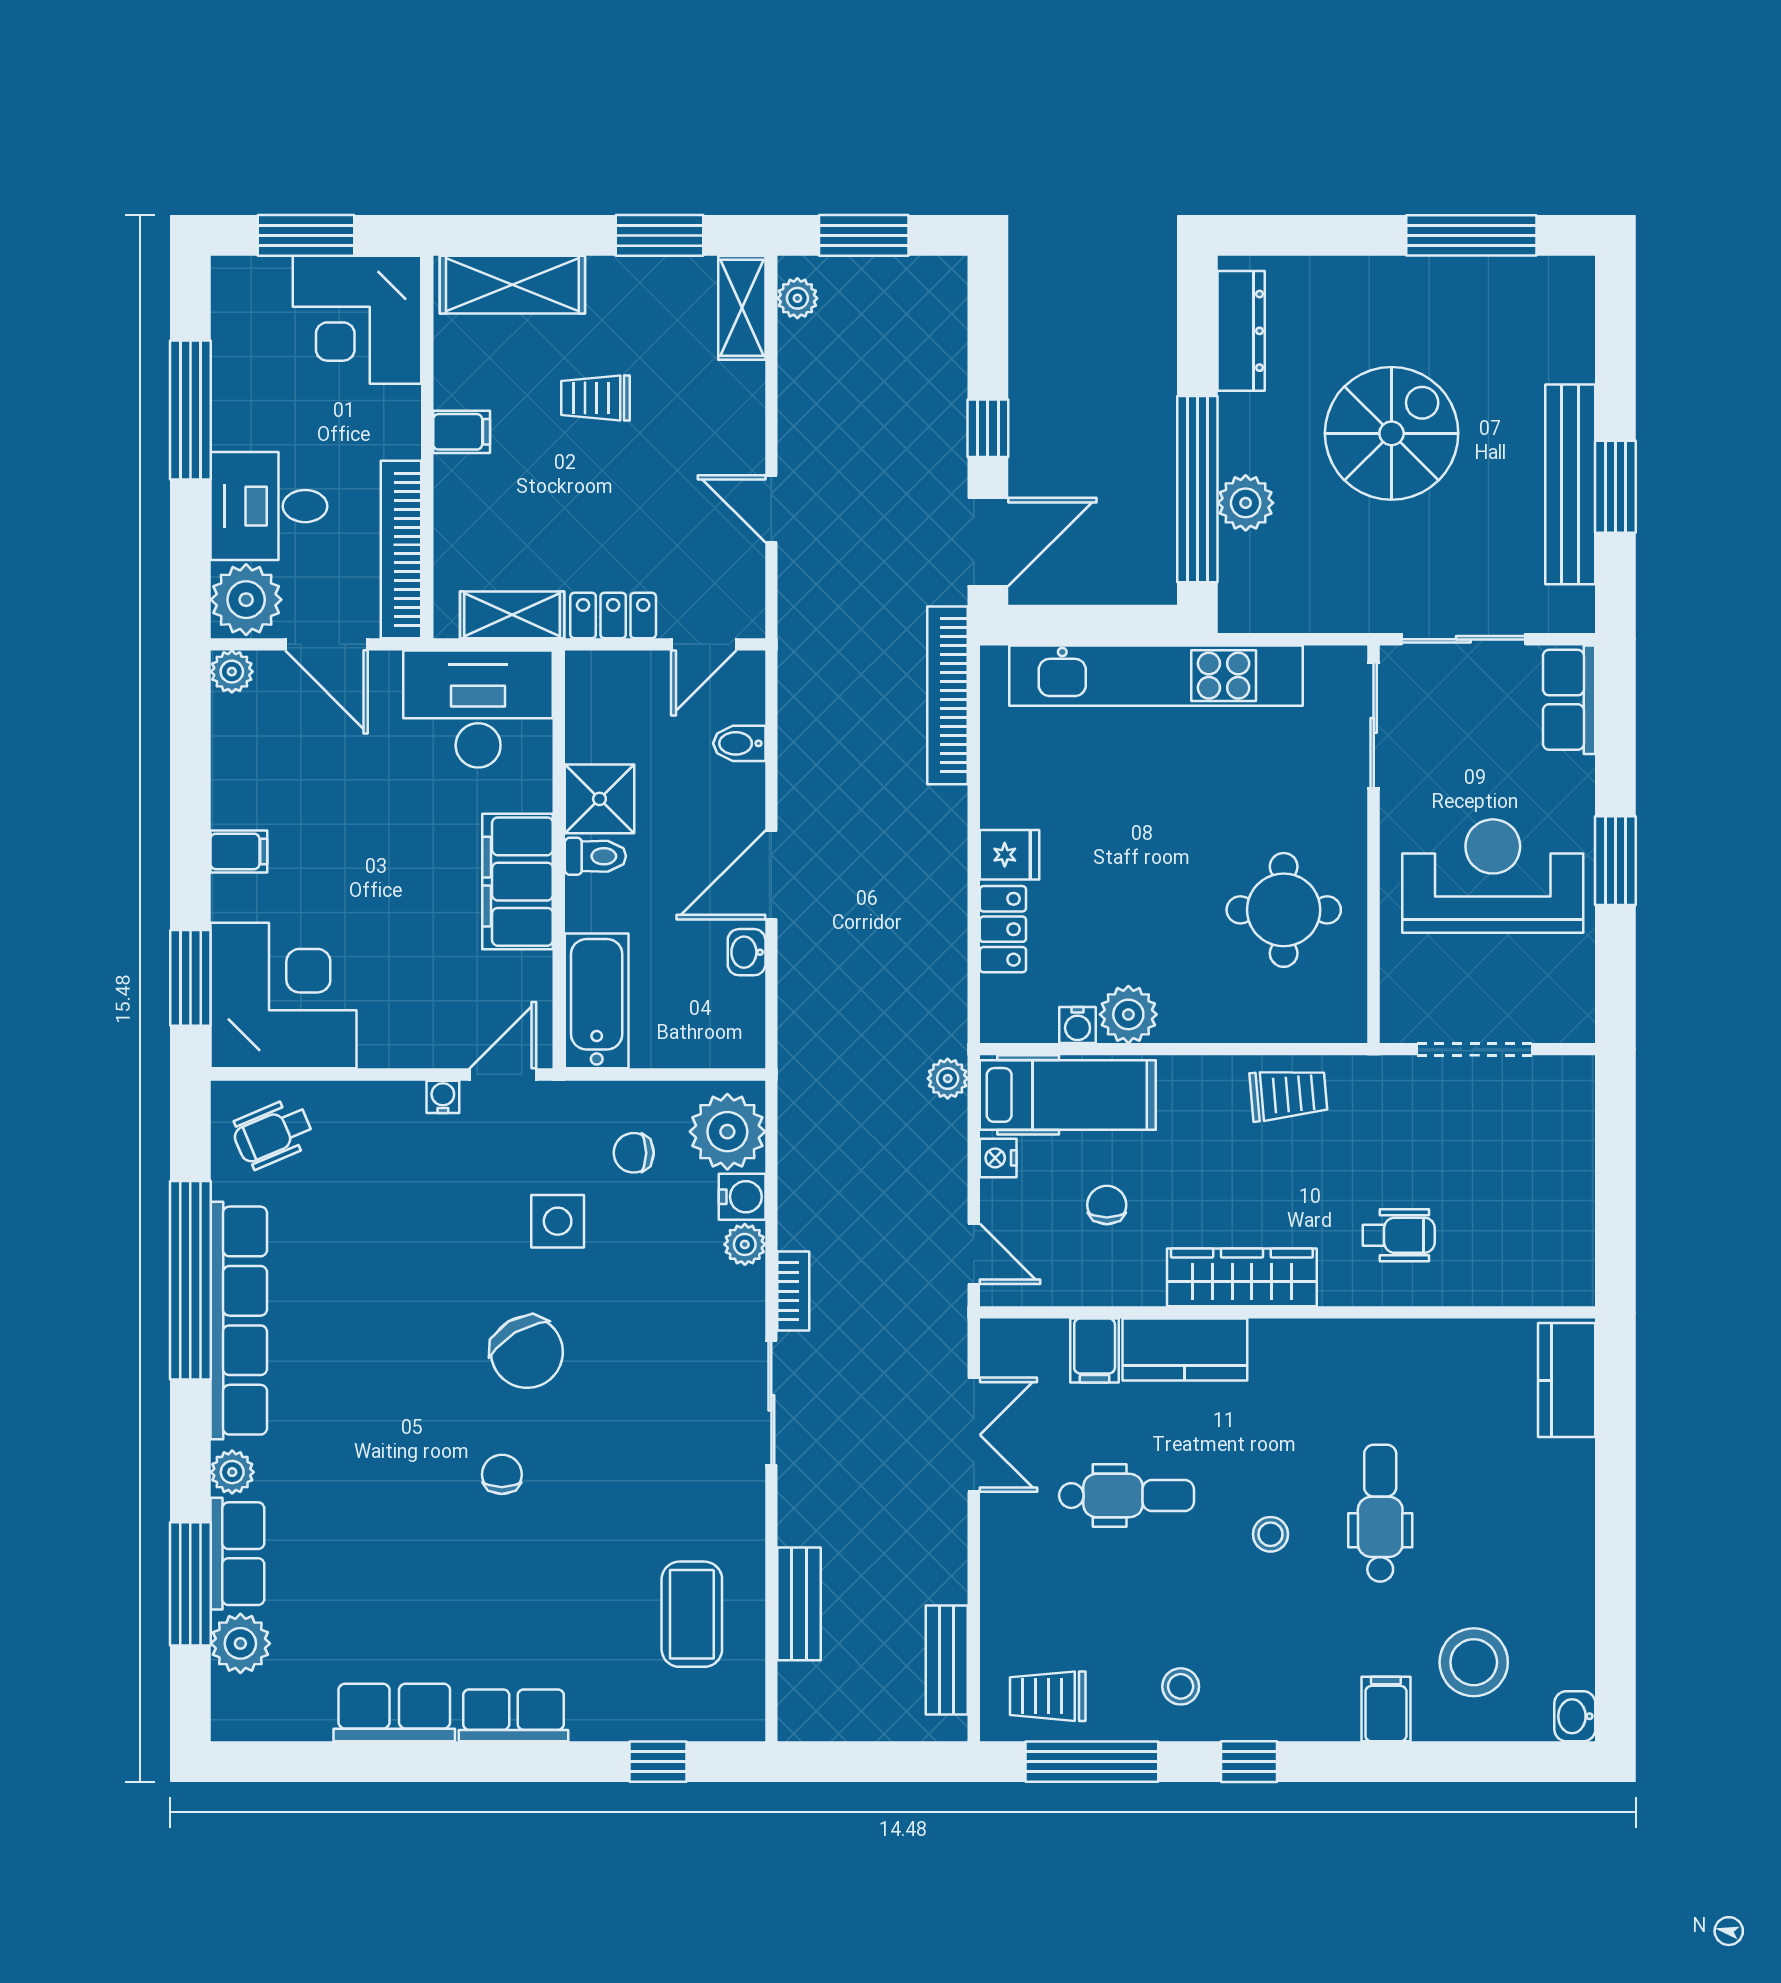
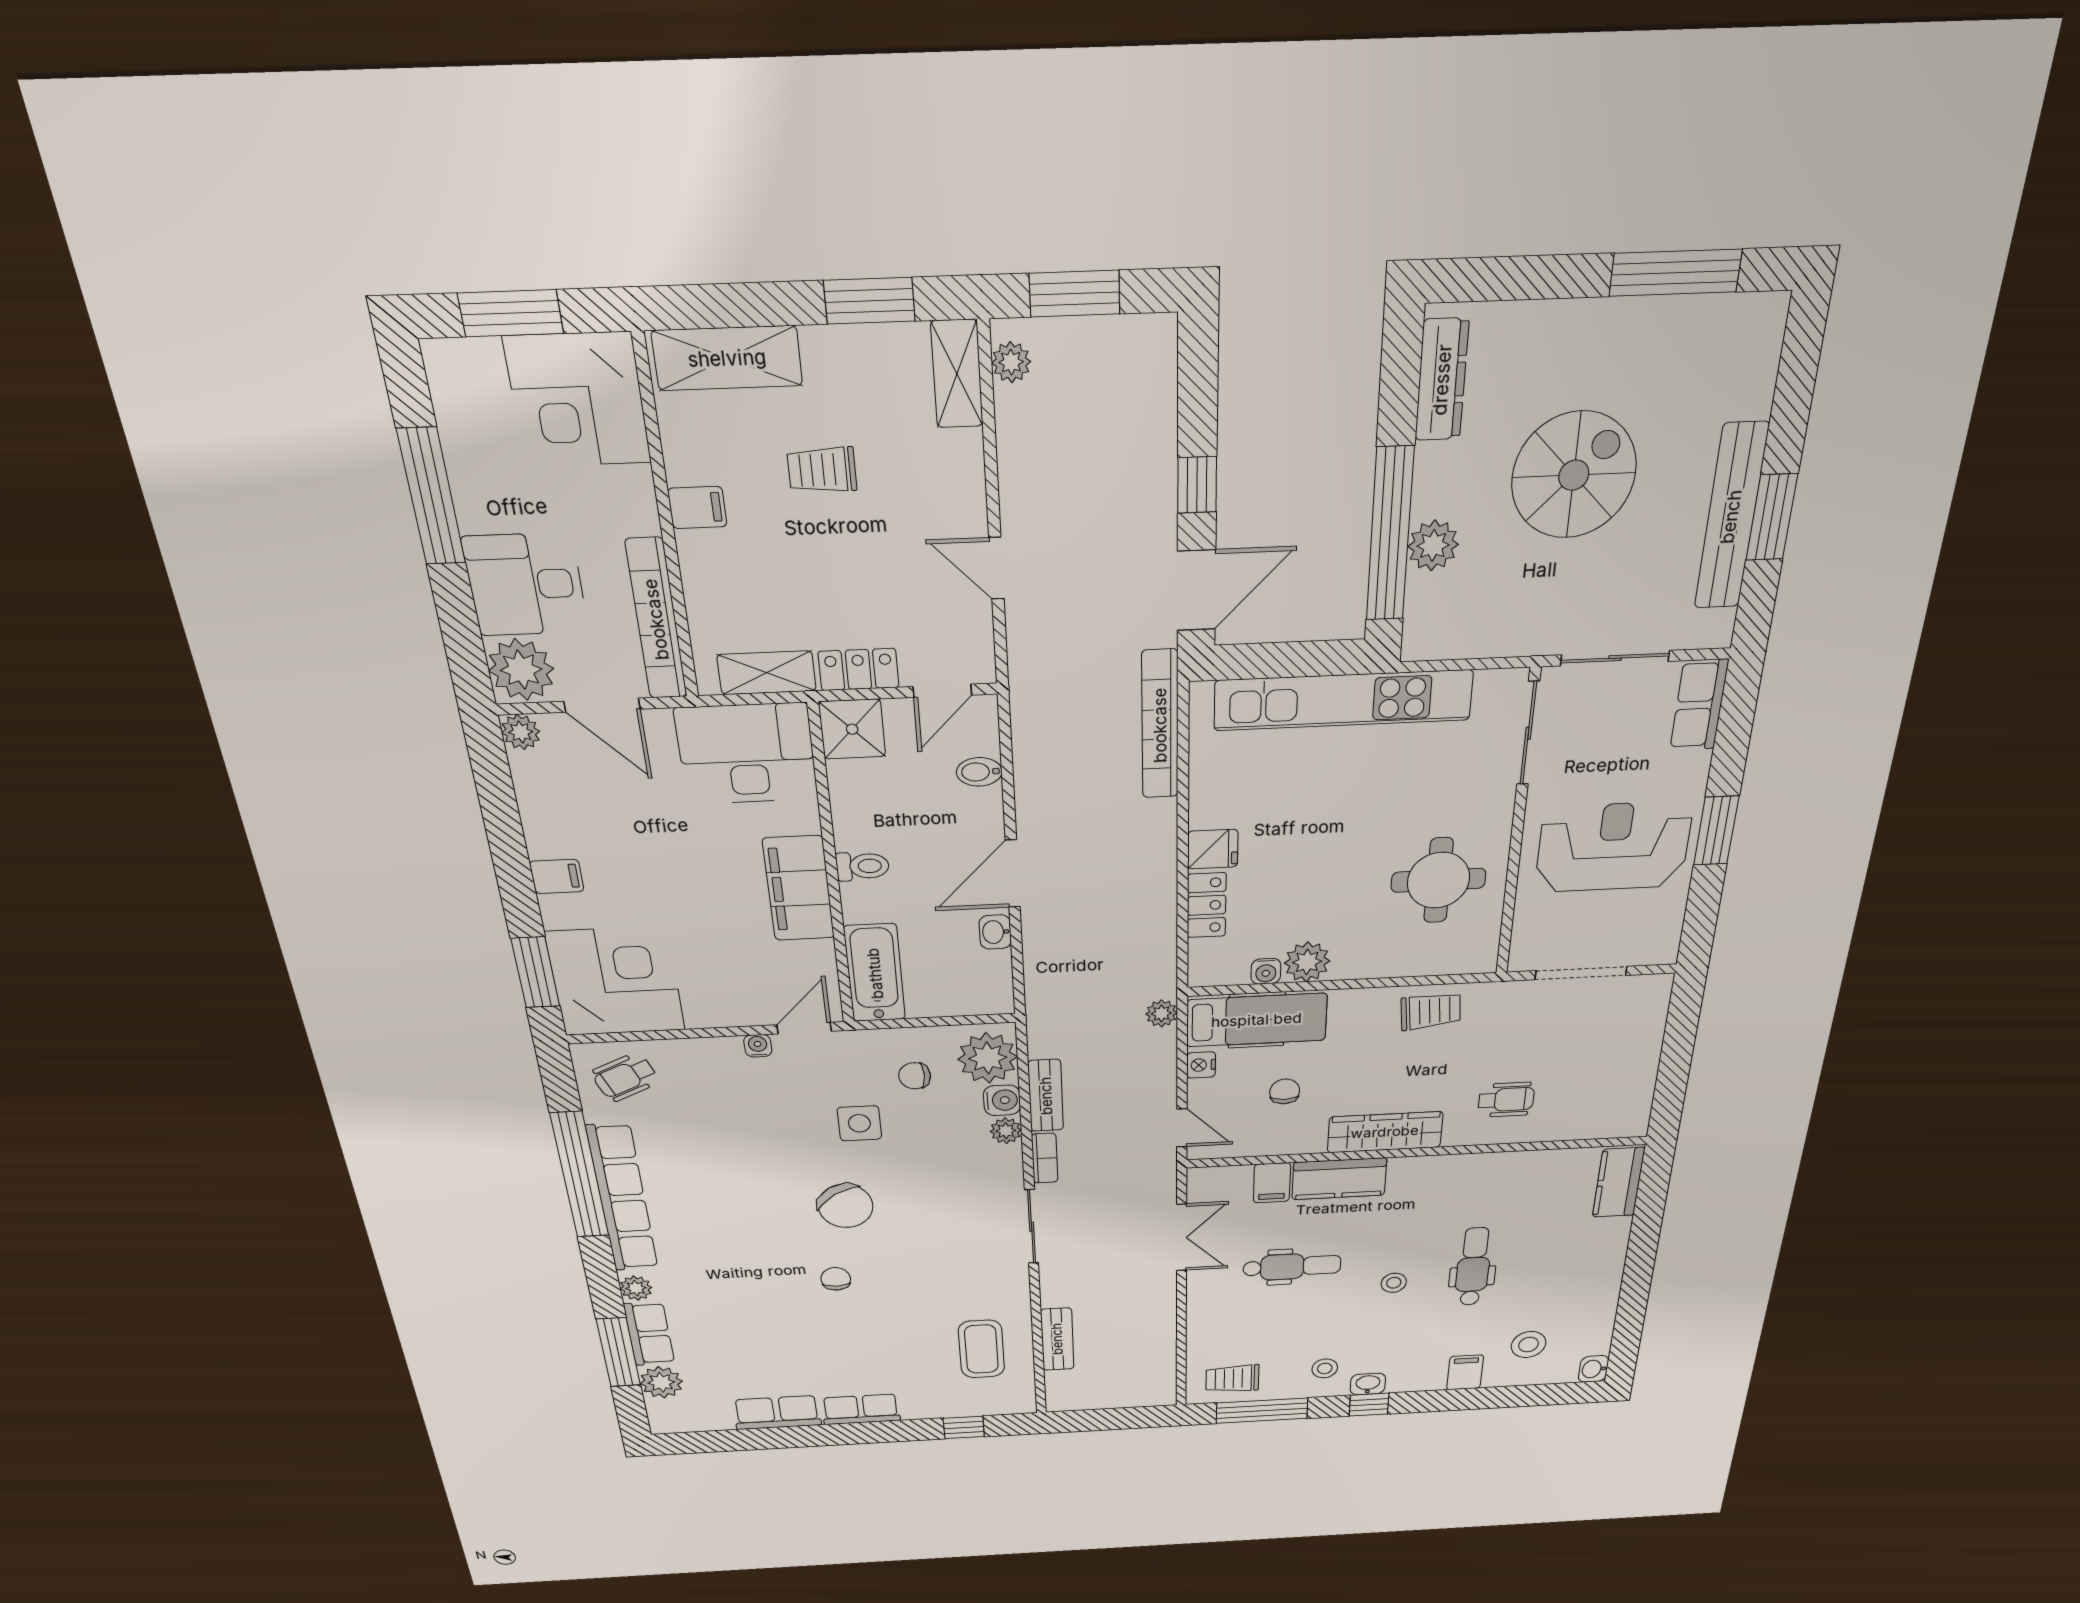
shower: (599, 799) -> (852, 729), moved
bench: (947, 1660) -> (1046, 1096), moved
stool: (1474, 1662) -> (1529, 1345), width x0.73, depth x0.73
washbasin: (1245, 1721) -> (1368, 1384), added

